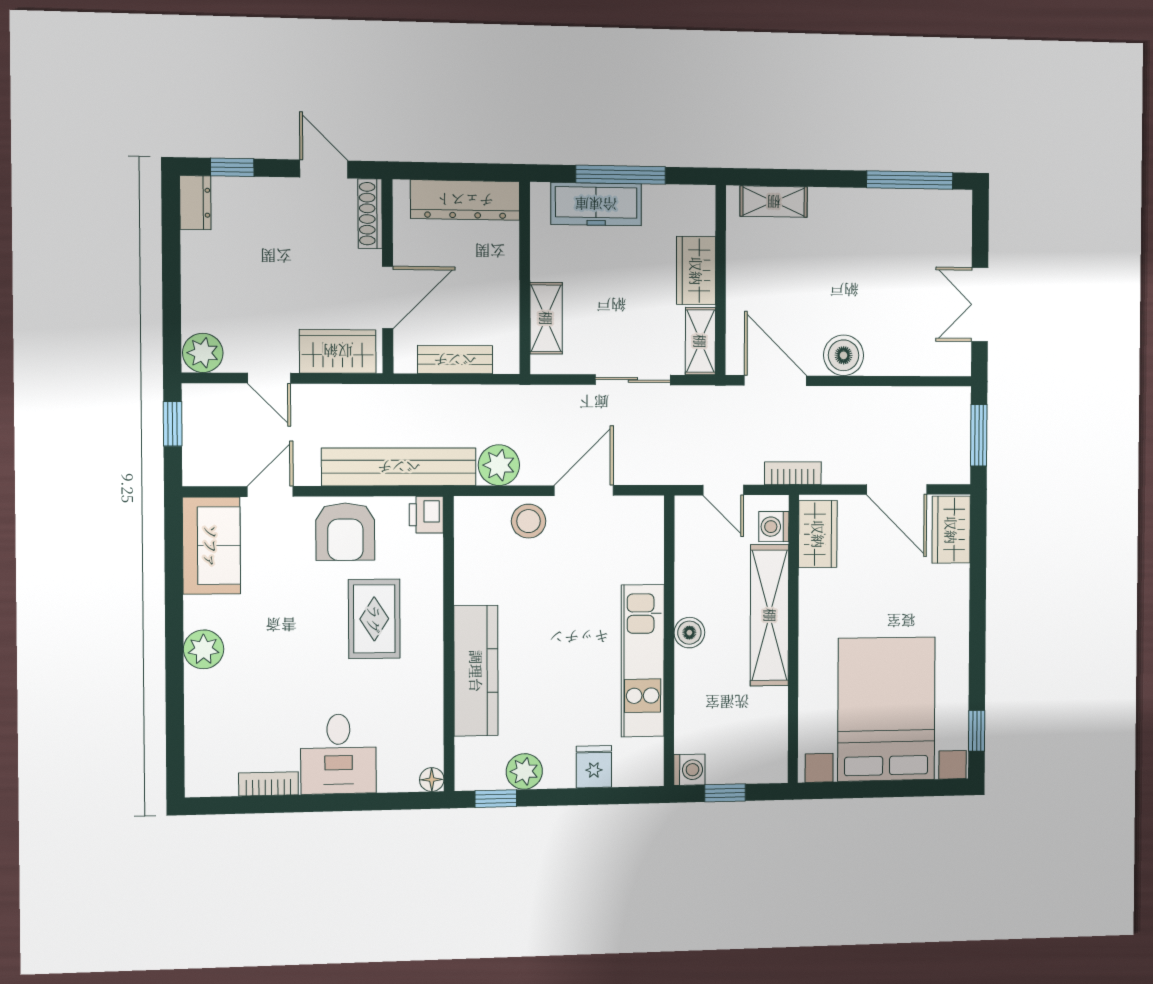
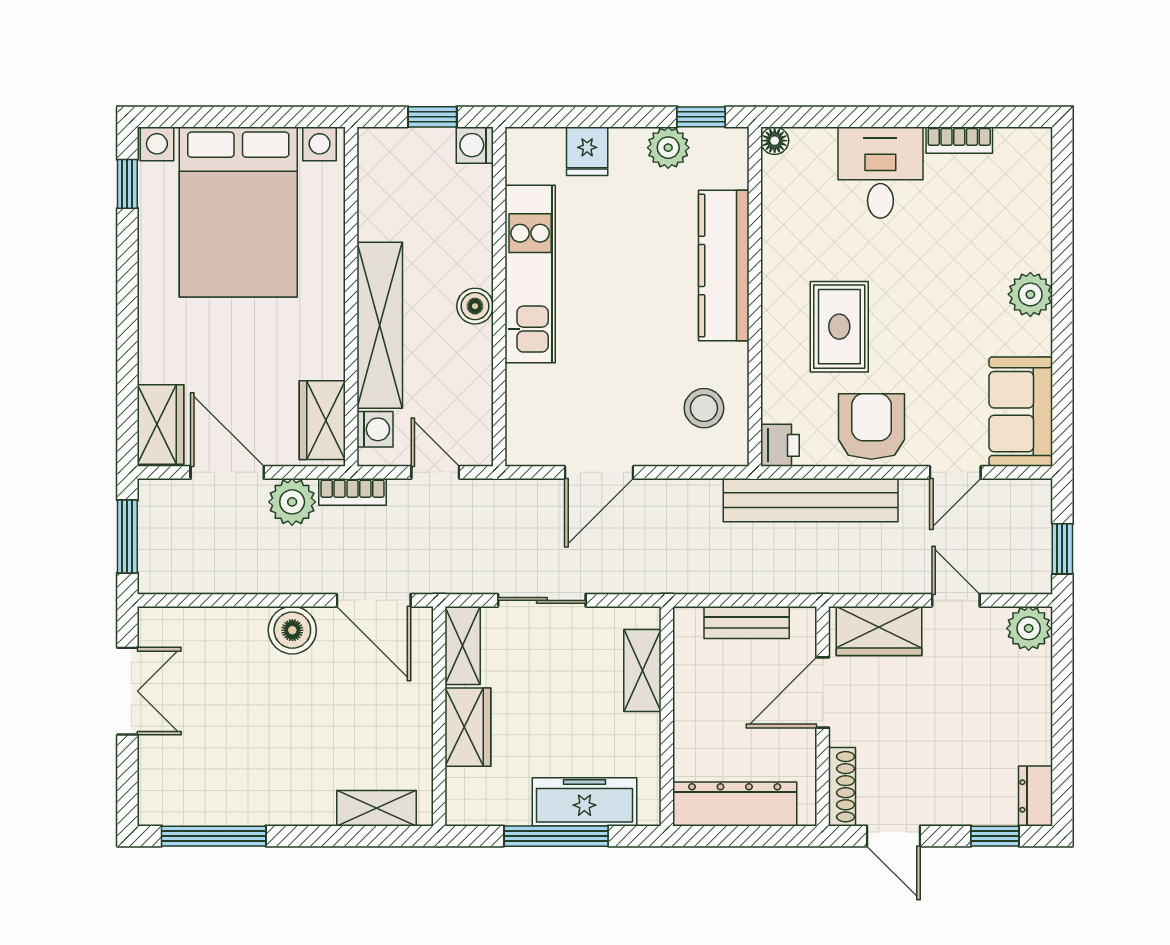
plant: (499, 465) -> (292, 502), moved
stool: (529, 521) -> (704, 408), moved

